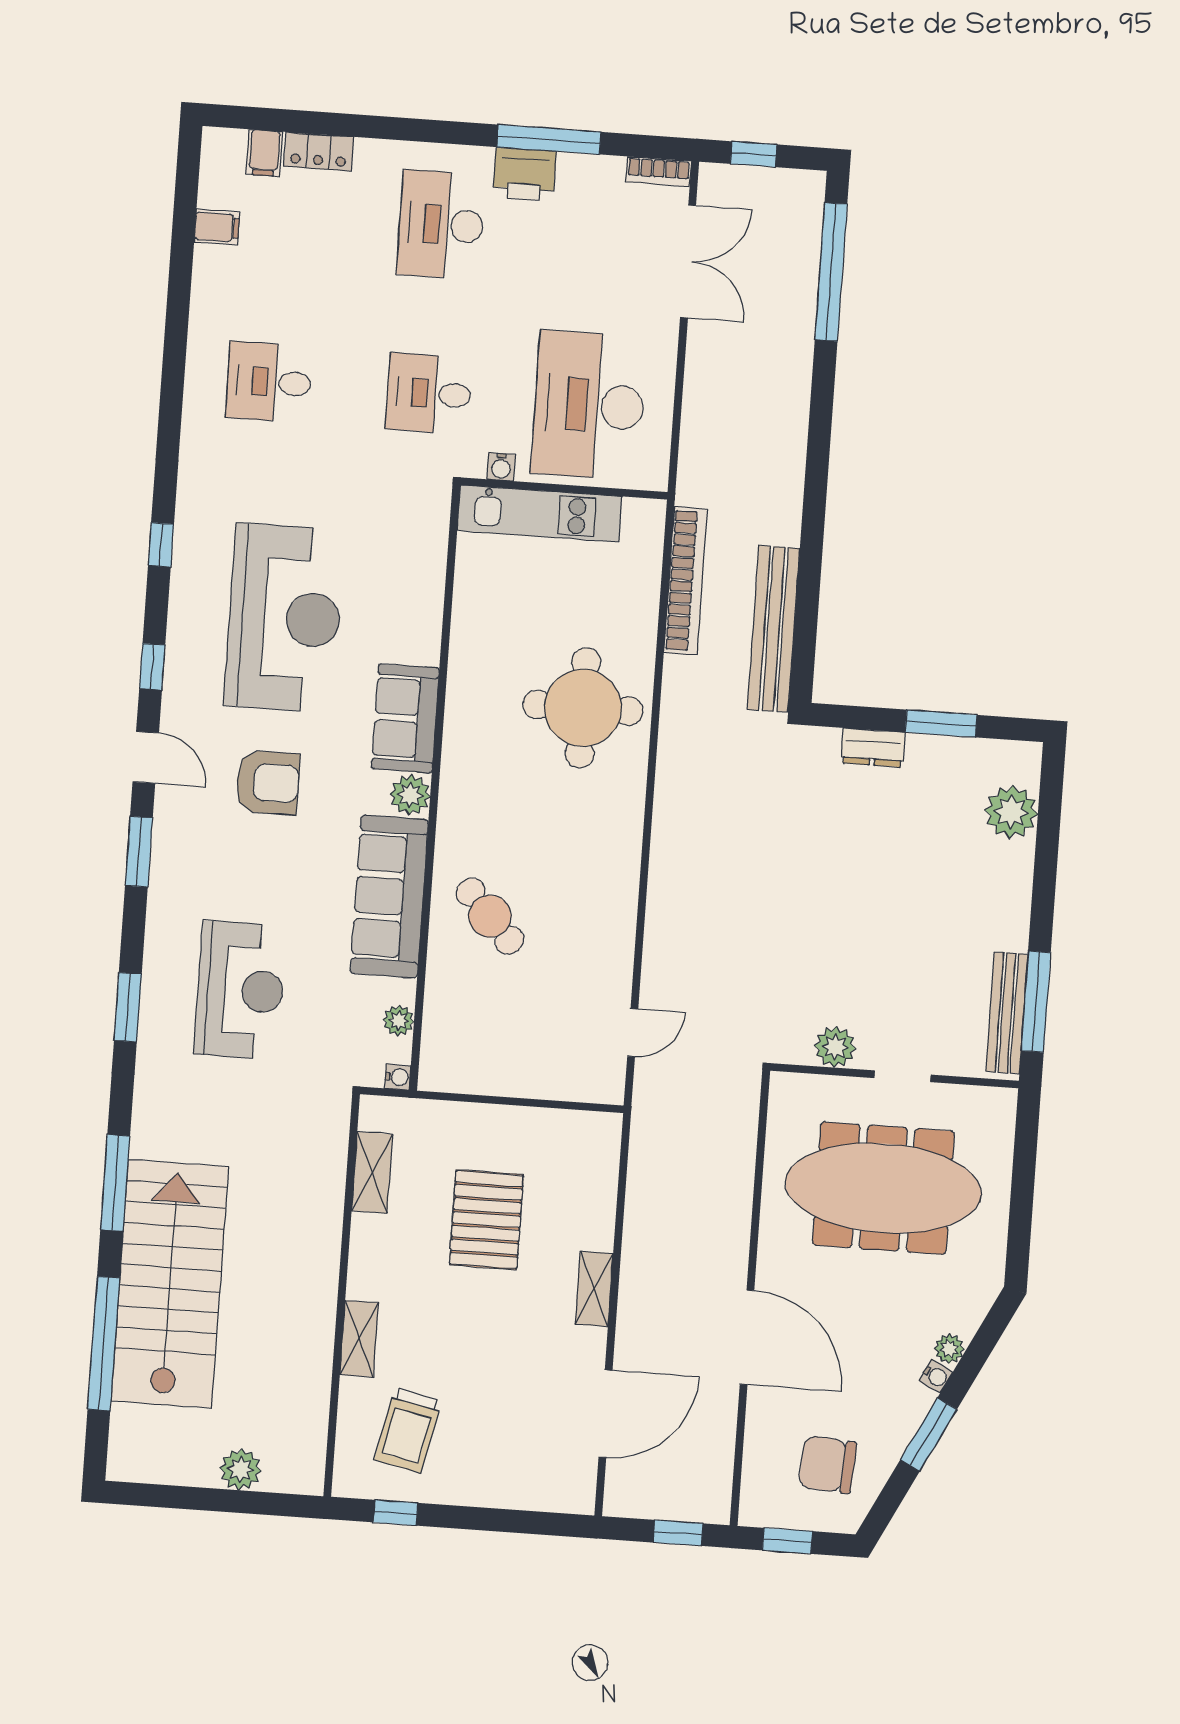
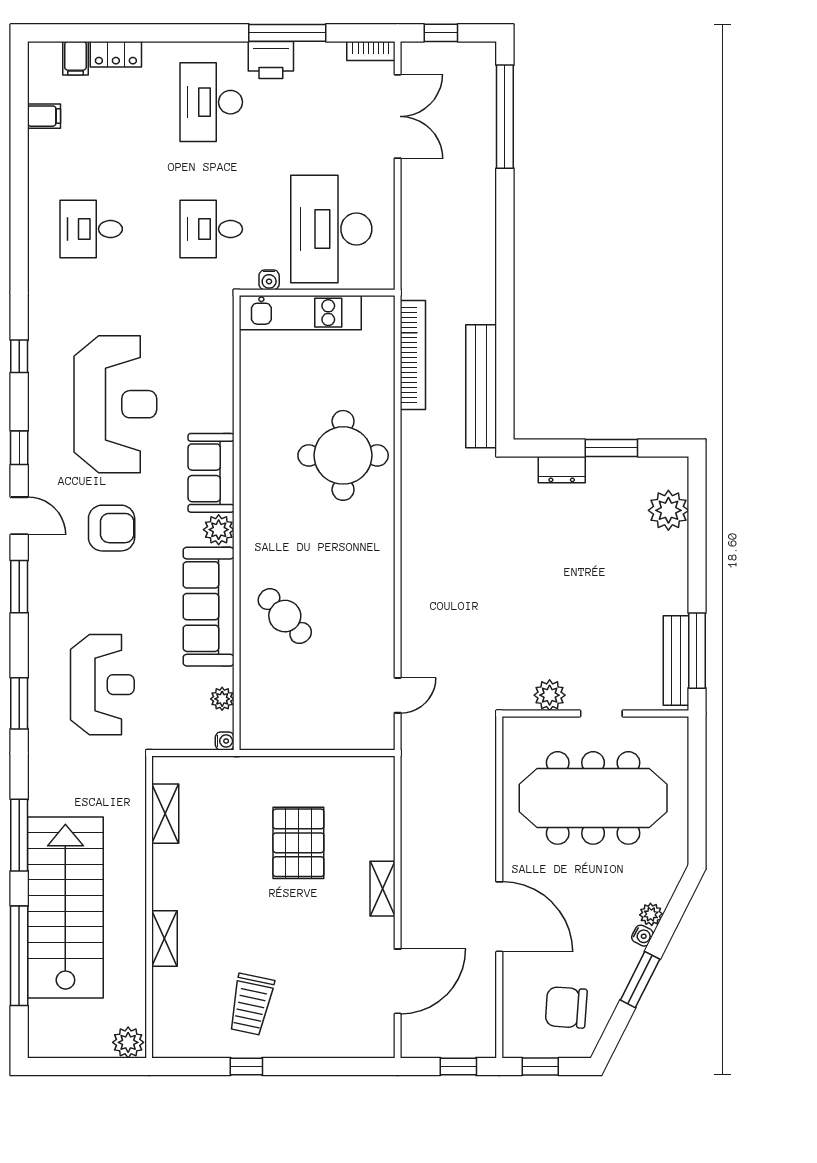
shelving: (372, 1172) -> (165, 814), moved
wall: (342, 1295) -> (149, 907), moved
shelving: (359, 1339) -> (165, 939), moved

